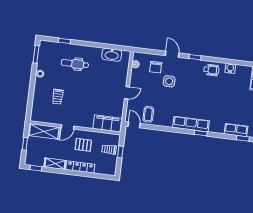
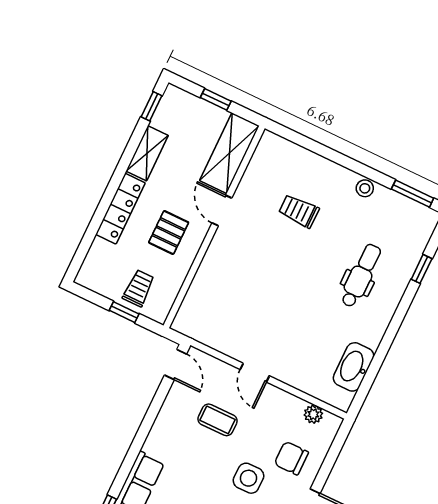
coffee table: (148, 114) -> (218, 420), moved
filing cabinet: (107, 123) -> (199, 304), removed
door: (134, 125) -> (176, 364), hinge flipped

